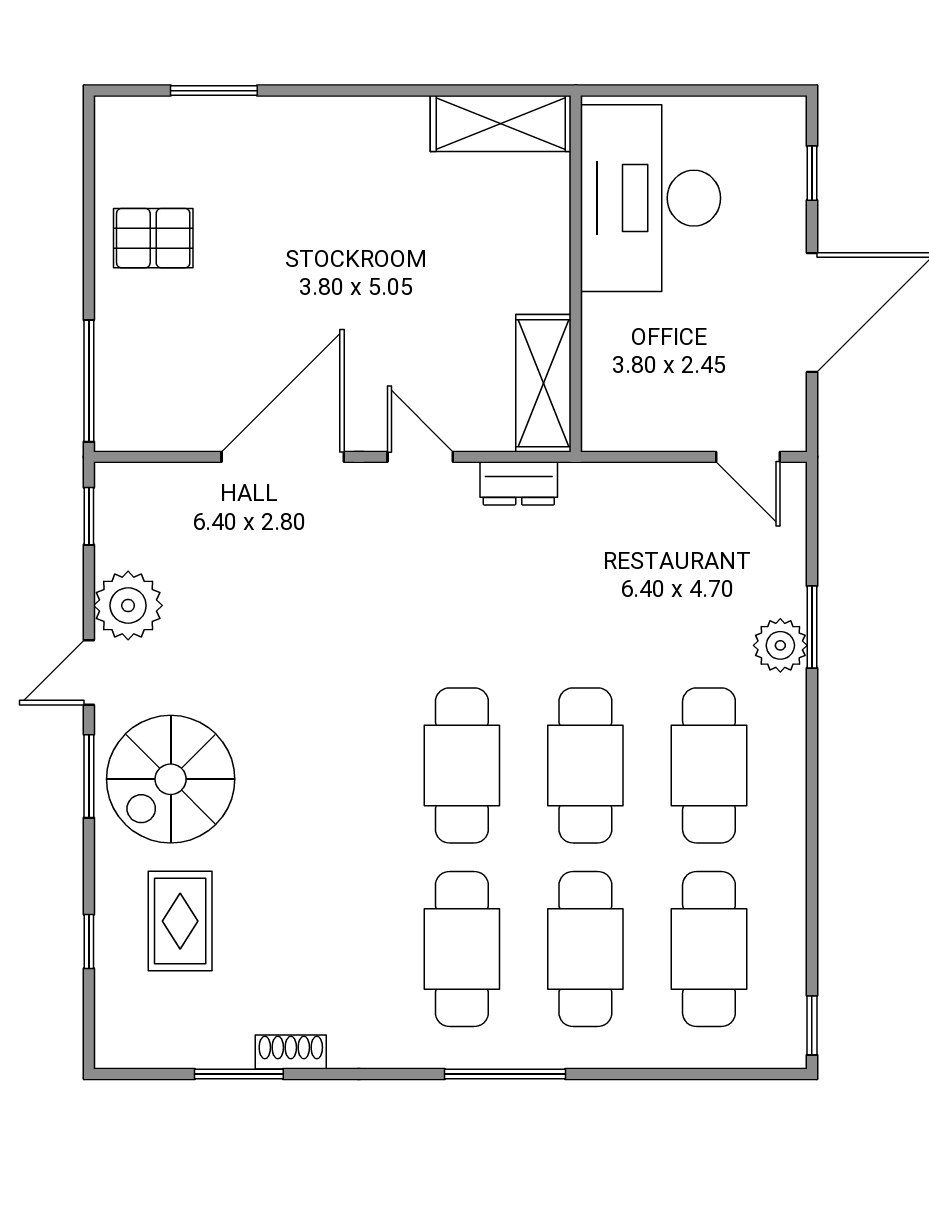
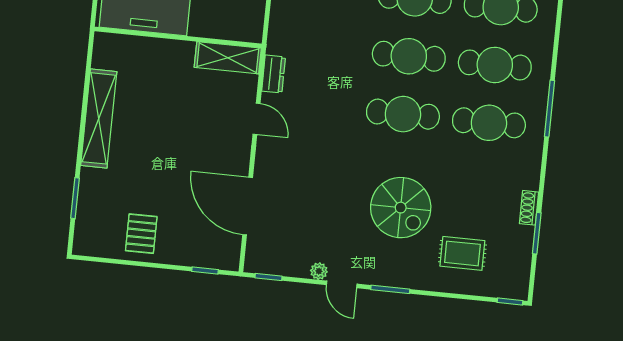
shelving: (501, 123) -> (99, 118), moved, width x1.47
window: (89, 381) -> (205, 271), width x0.46
door: (283, 457) -> (248, 206), moved
door: (420, 457) -> (256, 119), swing flipped
plant: (128, 605) -> (319, 271), width x0.53, depth x0.53
spiral stairs: (171, 779) -> (401, 208), moved
window: (89, 942) -> (510, 301), moved

